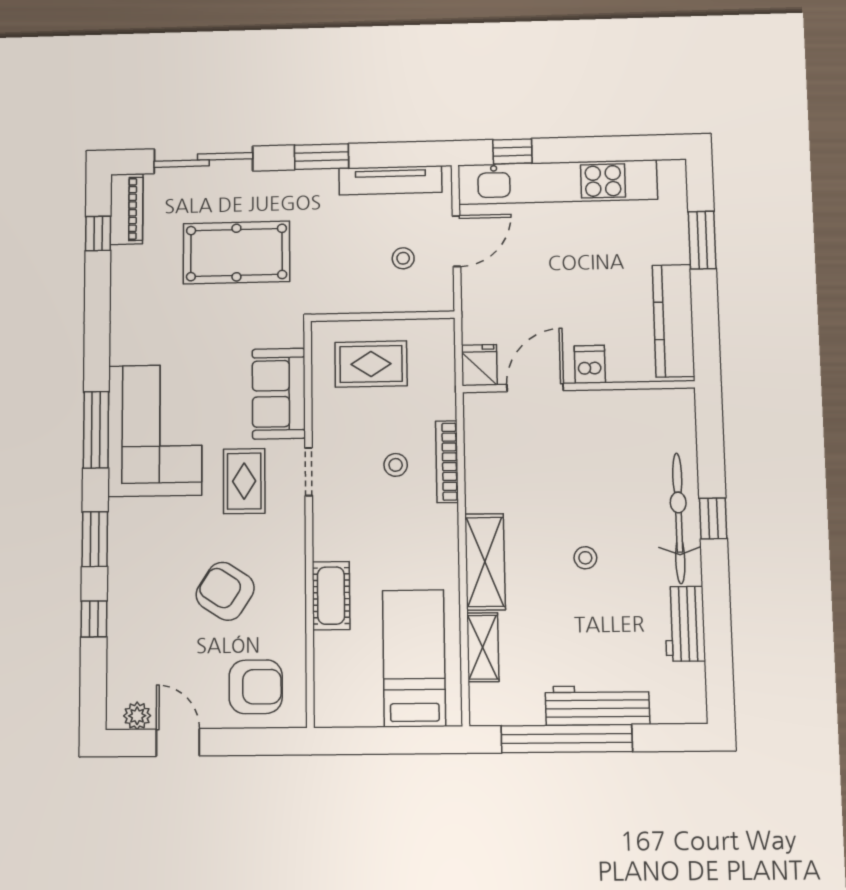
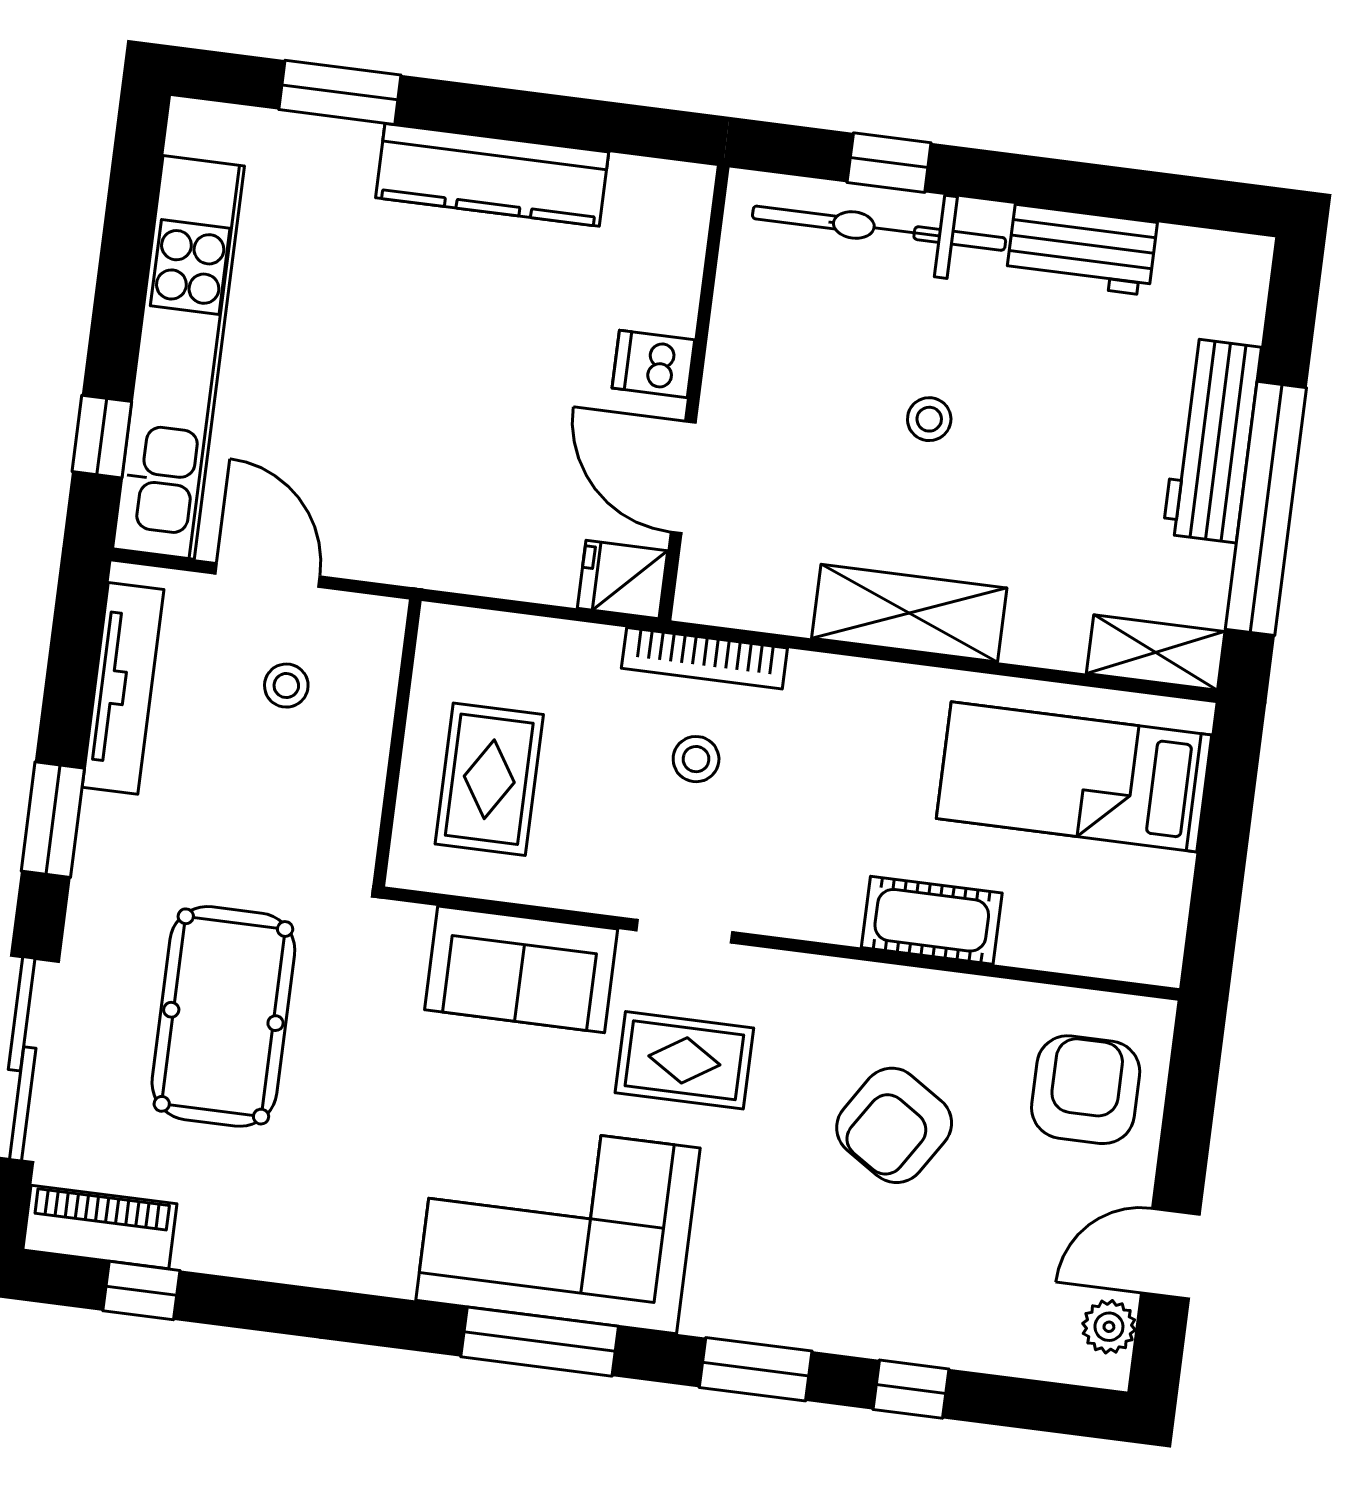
dishwasher: (590, 364) -> (653, 364), moved
fridge: (479, 365) -> (623, 580), moved
wall: (578, 387) -> (694, 393), moved
door: (535, 388) -> (683, 477), moved
shelving: (483, 647) -> (1156, 653), moved

